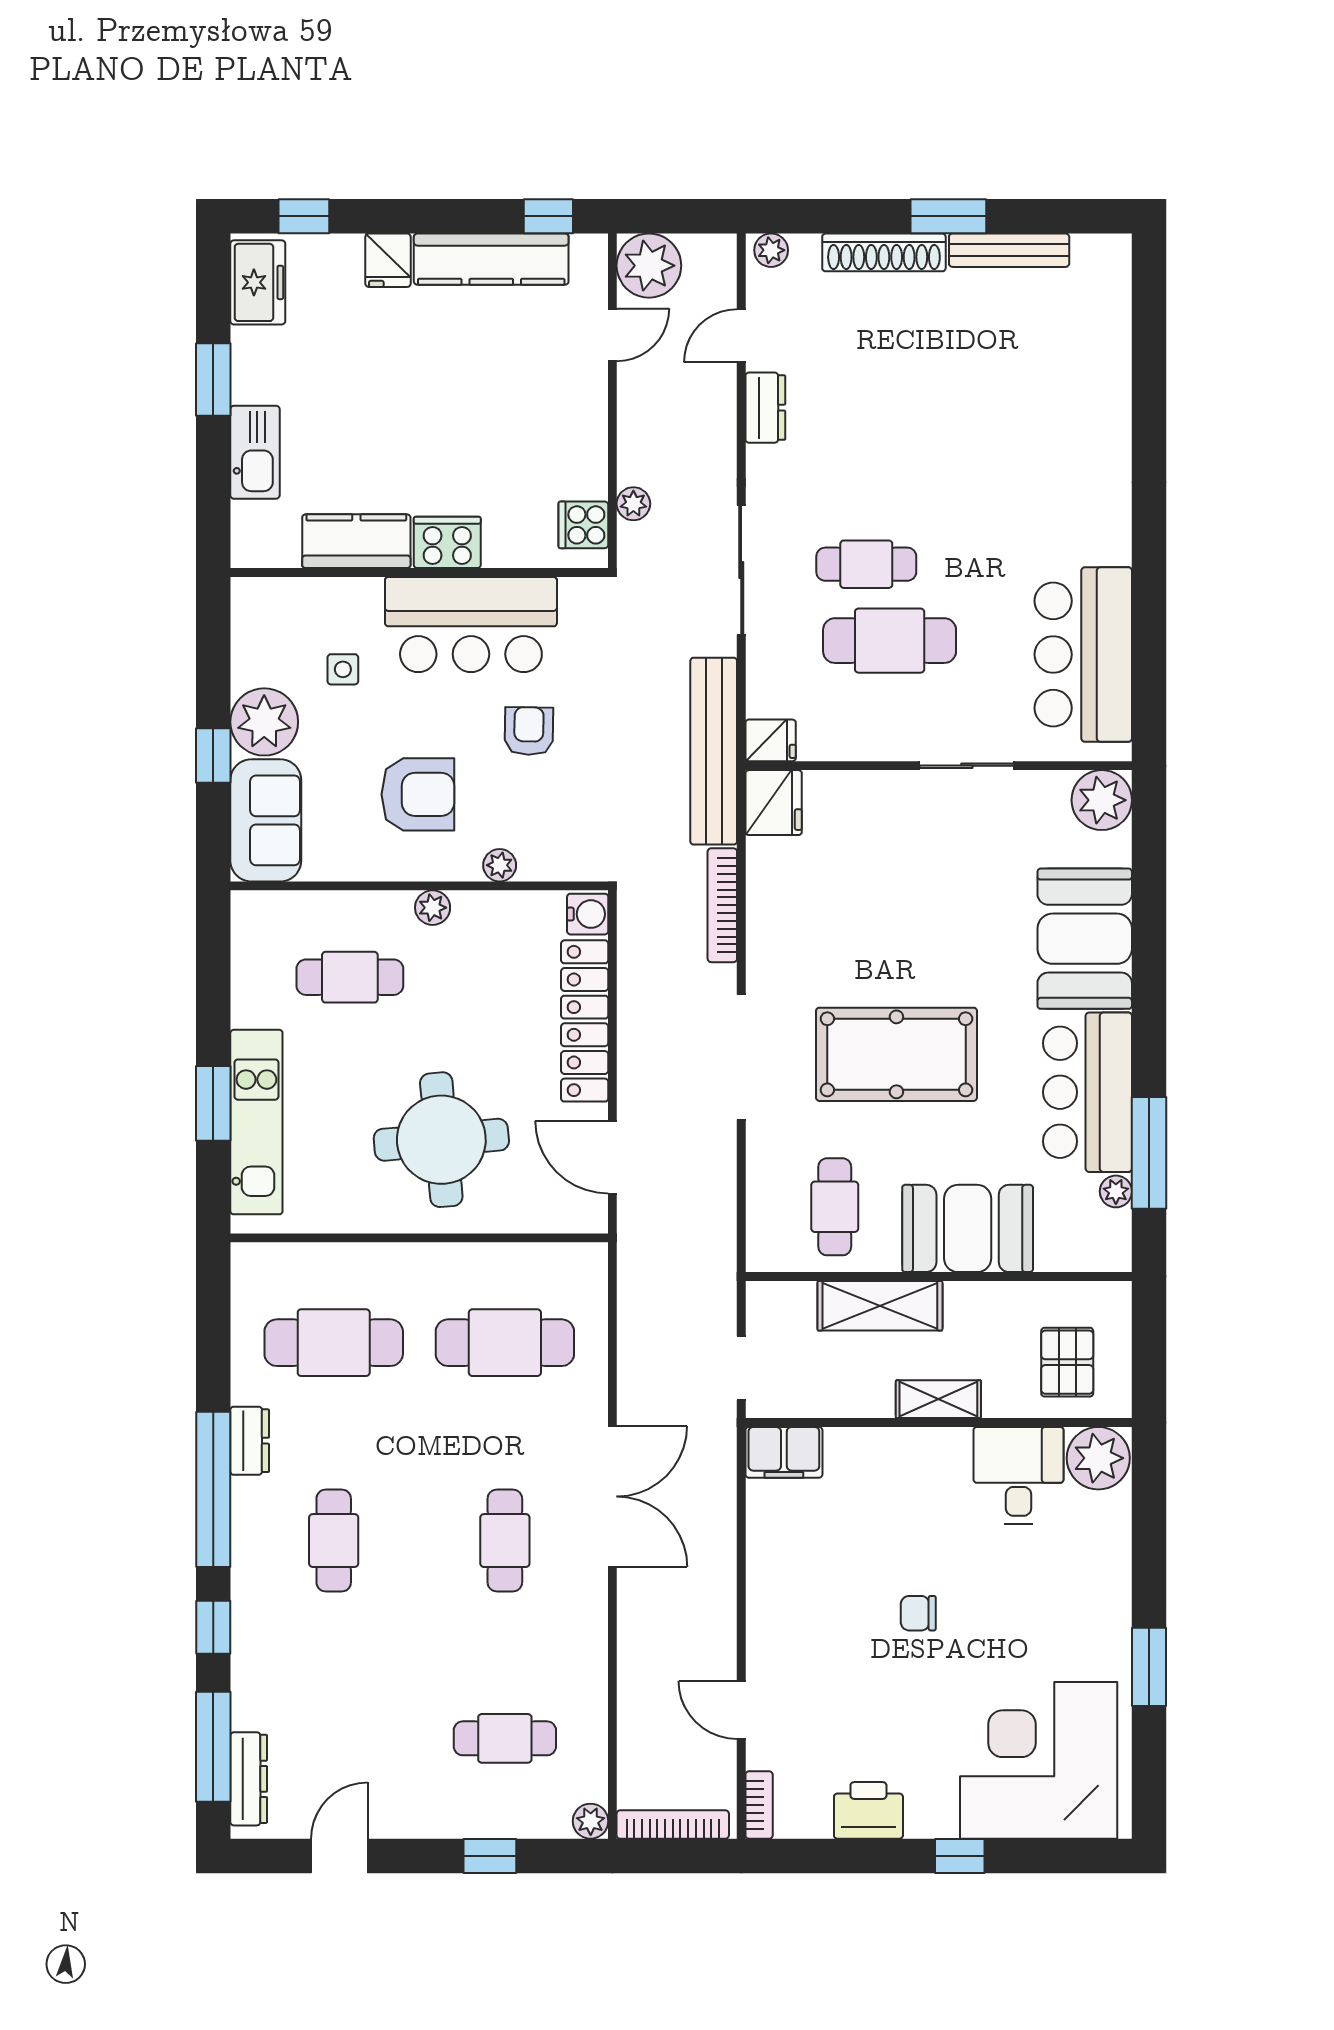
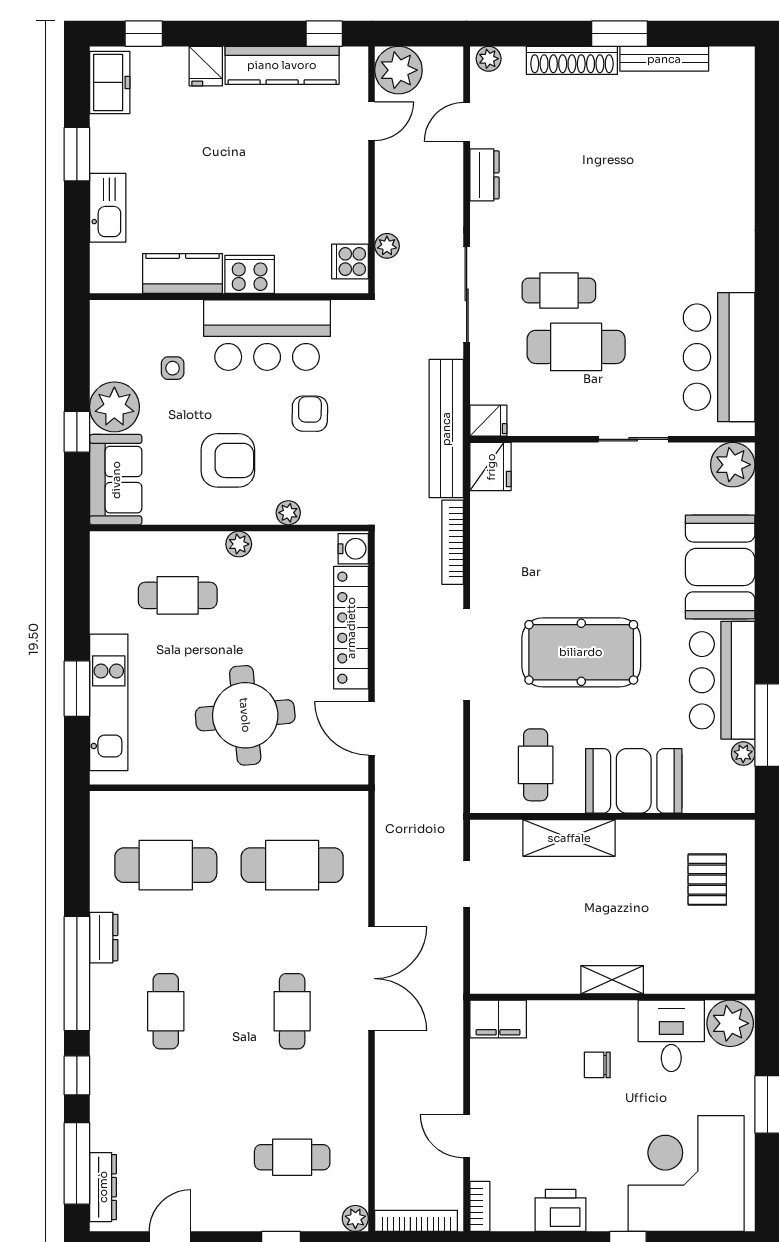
shelving: (938, 1399) -> (612, 980), moved
wall: (939, 1422) -> (612, 997), moved
filing cabinet: (784, 1452) -> (498, 1019), moved
plant: (1098, 1458) -> (730, 1023), moved
desk: (1019, 1475) -> (671, 1036), moved

